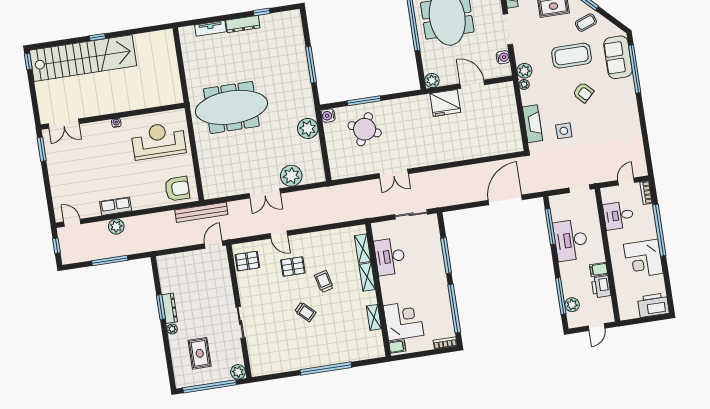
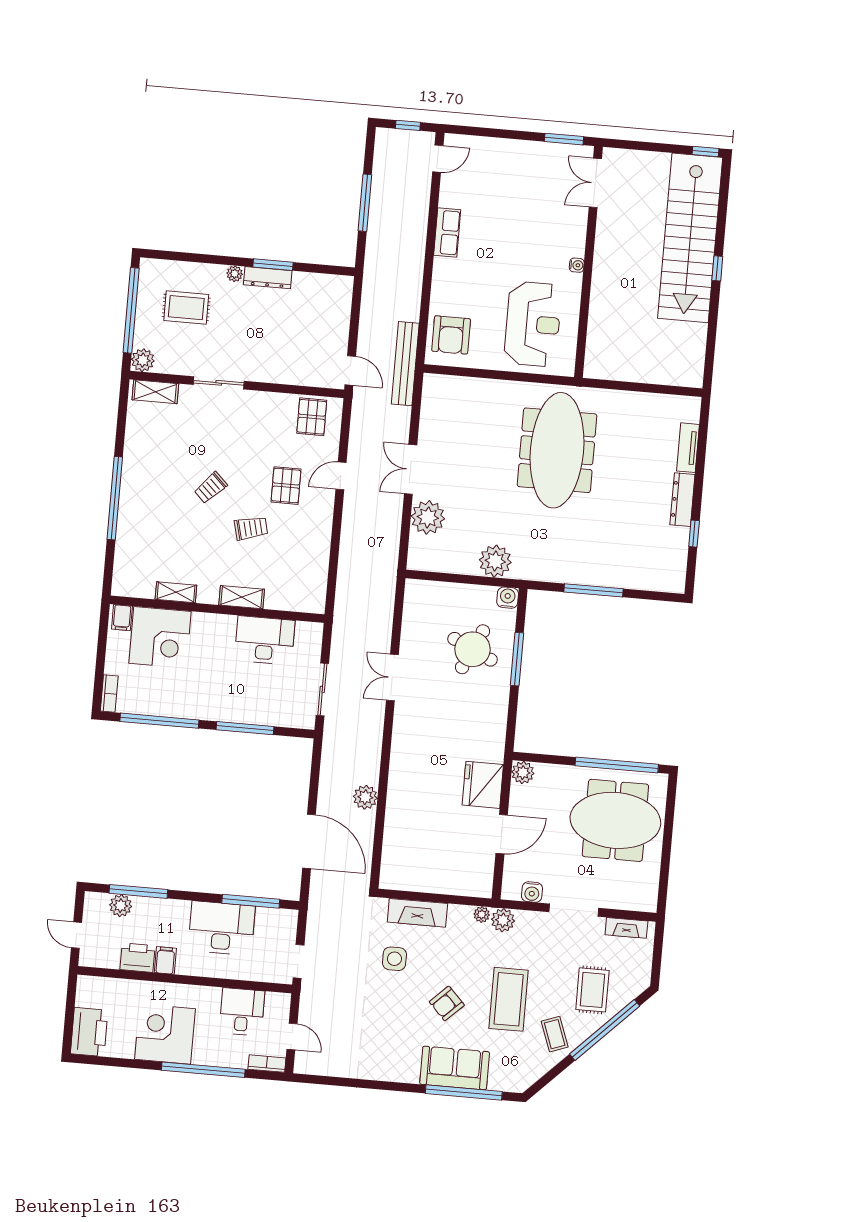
sofa: (618, 57) -> (455, 1068), moved
plant: (116, 227) -> (365, 797), moved
shelving: (363, 249) -> (155, 392), moved

